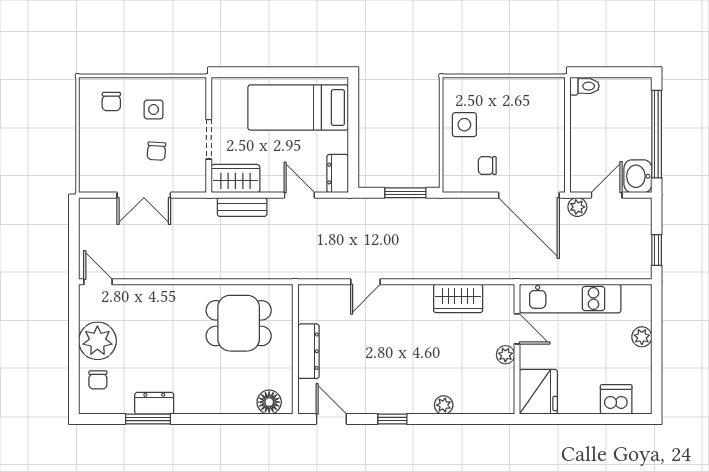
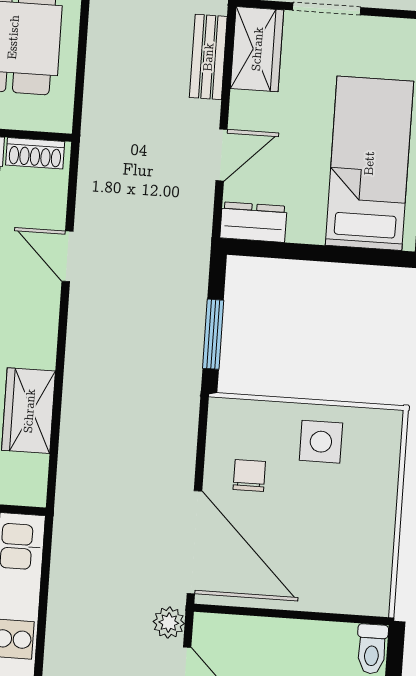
door: (529, 195) -> (194, 542), swing flipped
shoe rack: (306, 305) -> (35, 153), added

